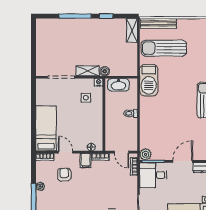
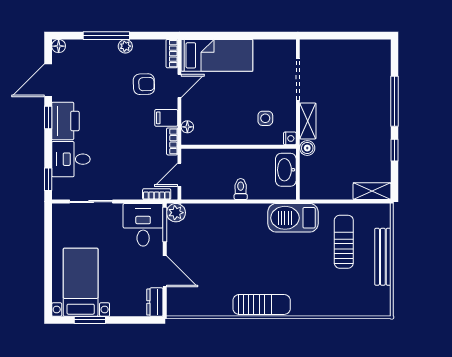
bench: (158, 23) -> (383, 257), moved
sun lounger: (164, 48) -> (344, 242), width x0.73, depth x0.75

